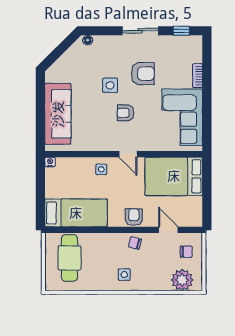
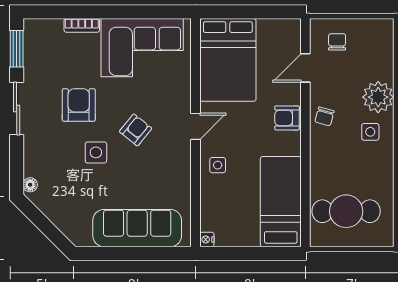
window: (181, 31) -> (17, 49), width x1.50
armchair: (126, 113) -> (136, 130), turned -141
plant: (182, 280) -> (378, 97), moved

